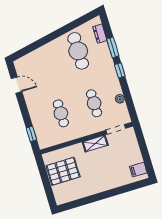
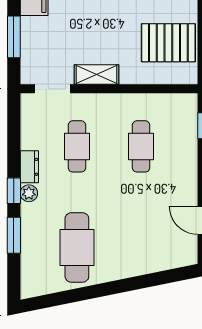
dresser: (100, 34) -> (29, 167), moved
plant: (120, 99) -> (29, 193), moved
window: (144, 150) -> (14, 37), added

